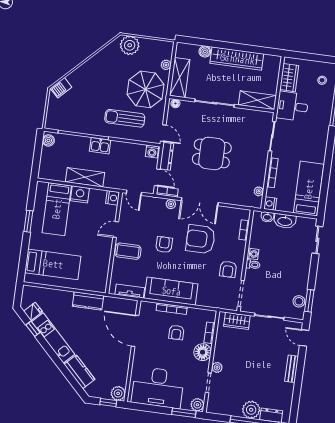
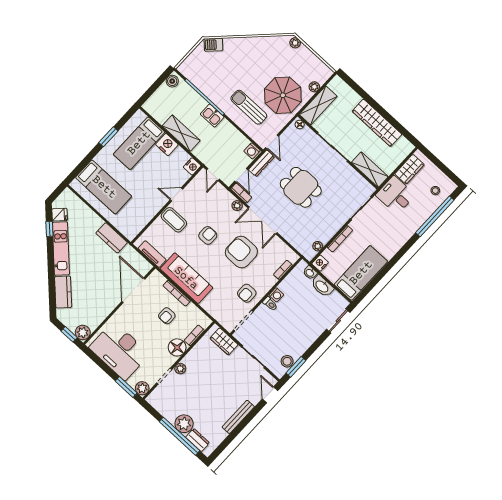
plant: (130, 45) -> (295, 43), width x0.53, depth x0.53
boiler: (205, 51) -> (354, 98), removed
bench: (292, 369) -> (238, 417), width x1.36

